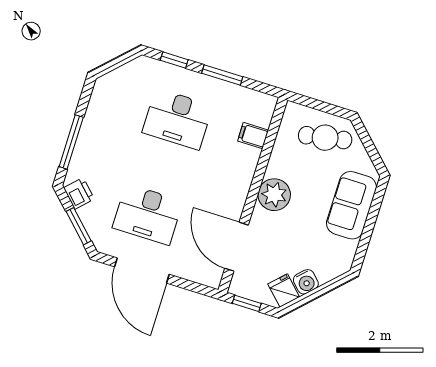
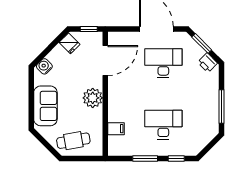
window: (71, 142) -> (221, 106), moved
door: (237, 247) -> (105, 60), hinge flipped
water cooler: (306, 282) -> (44, 66), moved

